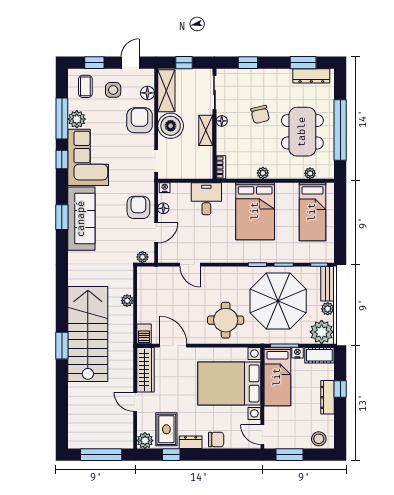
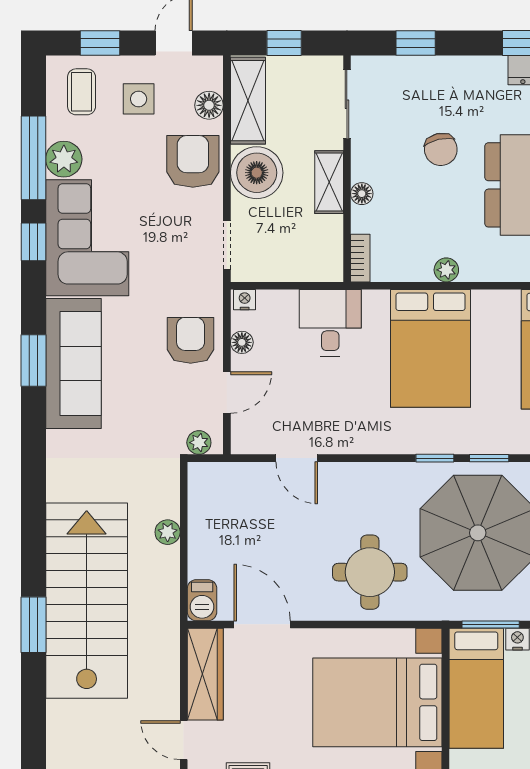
floor lamp: (222, 121) -> (362, 194), moved

